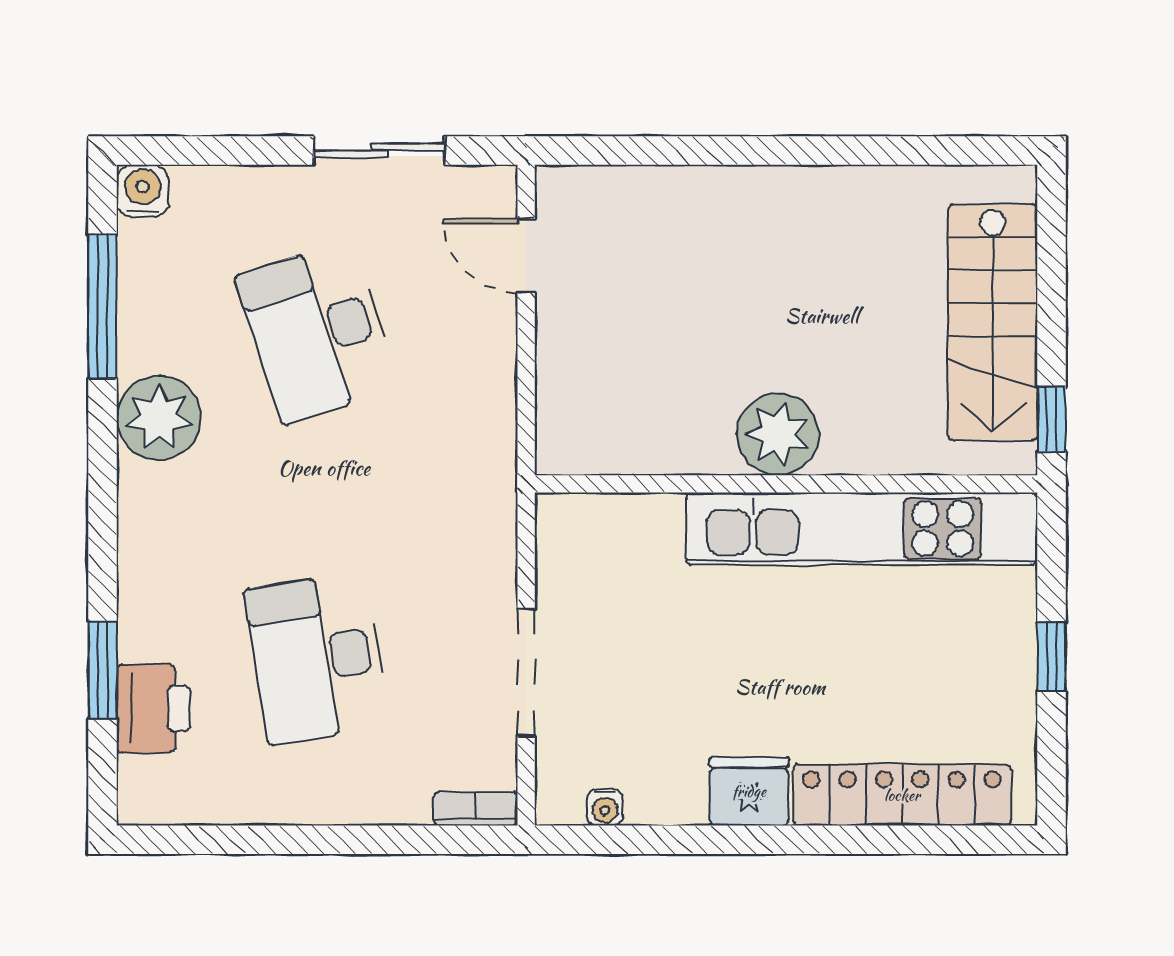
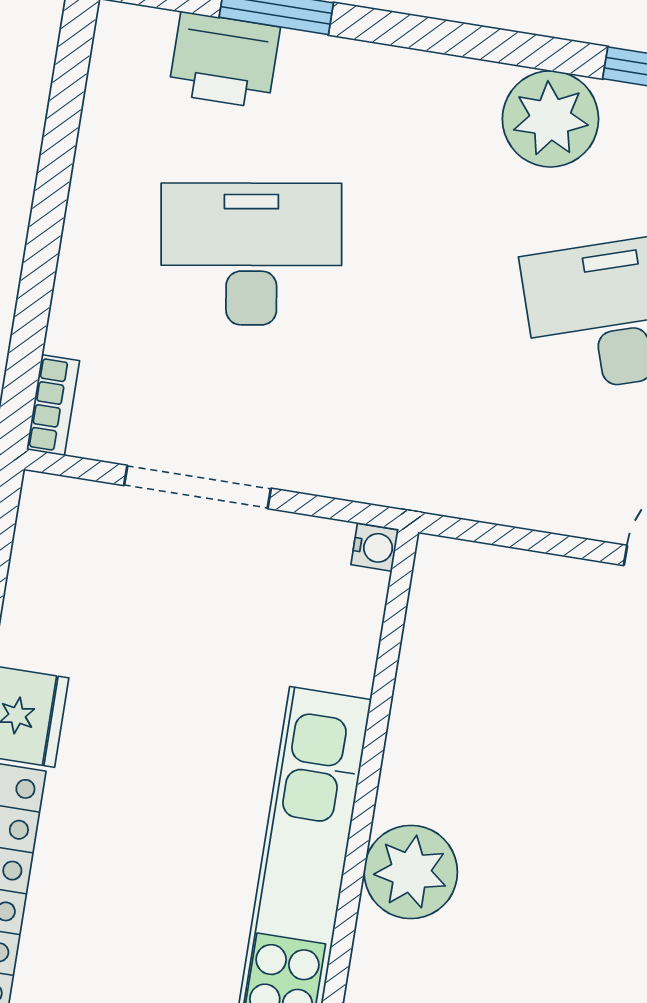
plant: (778, 434) -> (411, 872), moved
water cooler: (605, 807) -> (375, 547), moved, turned 180

